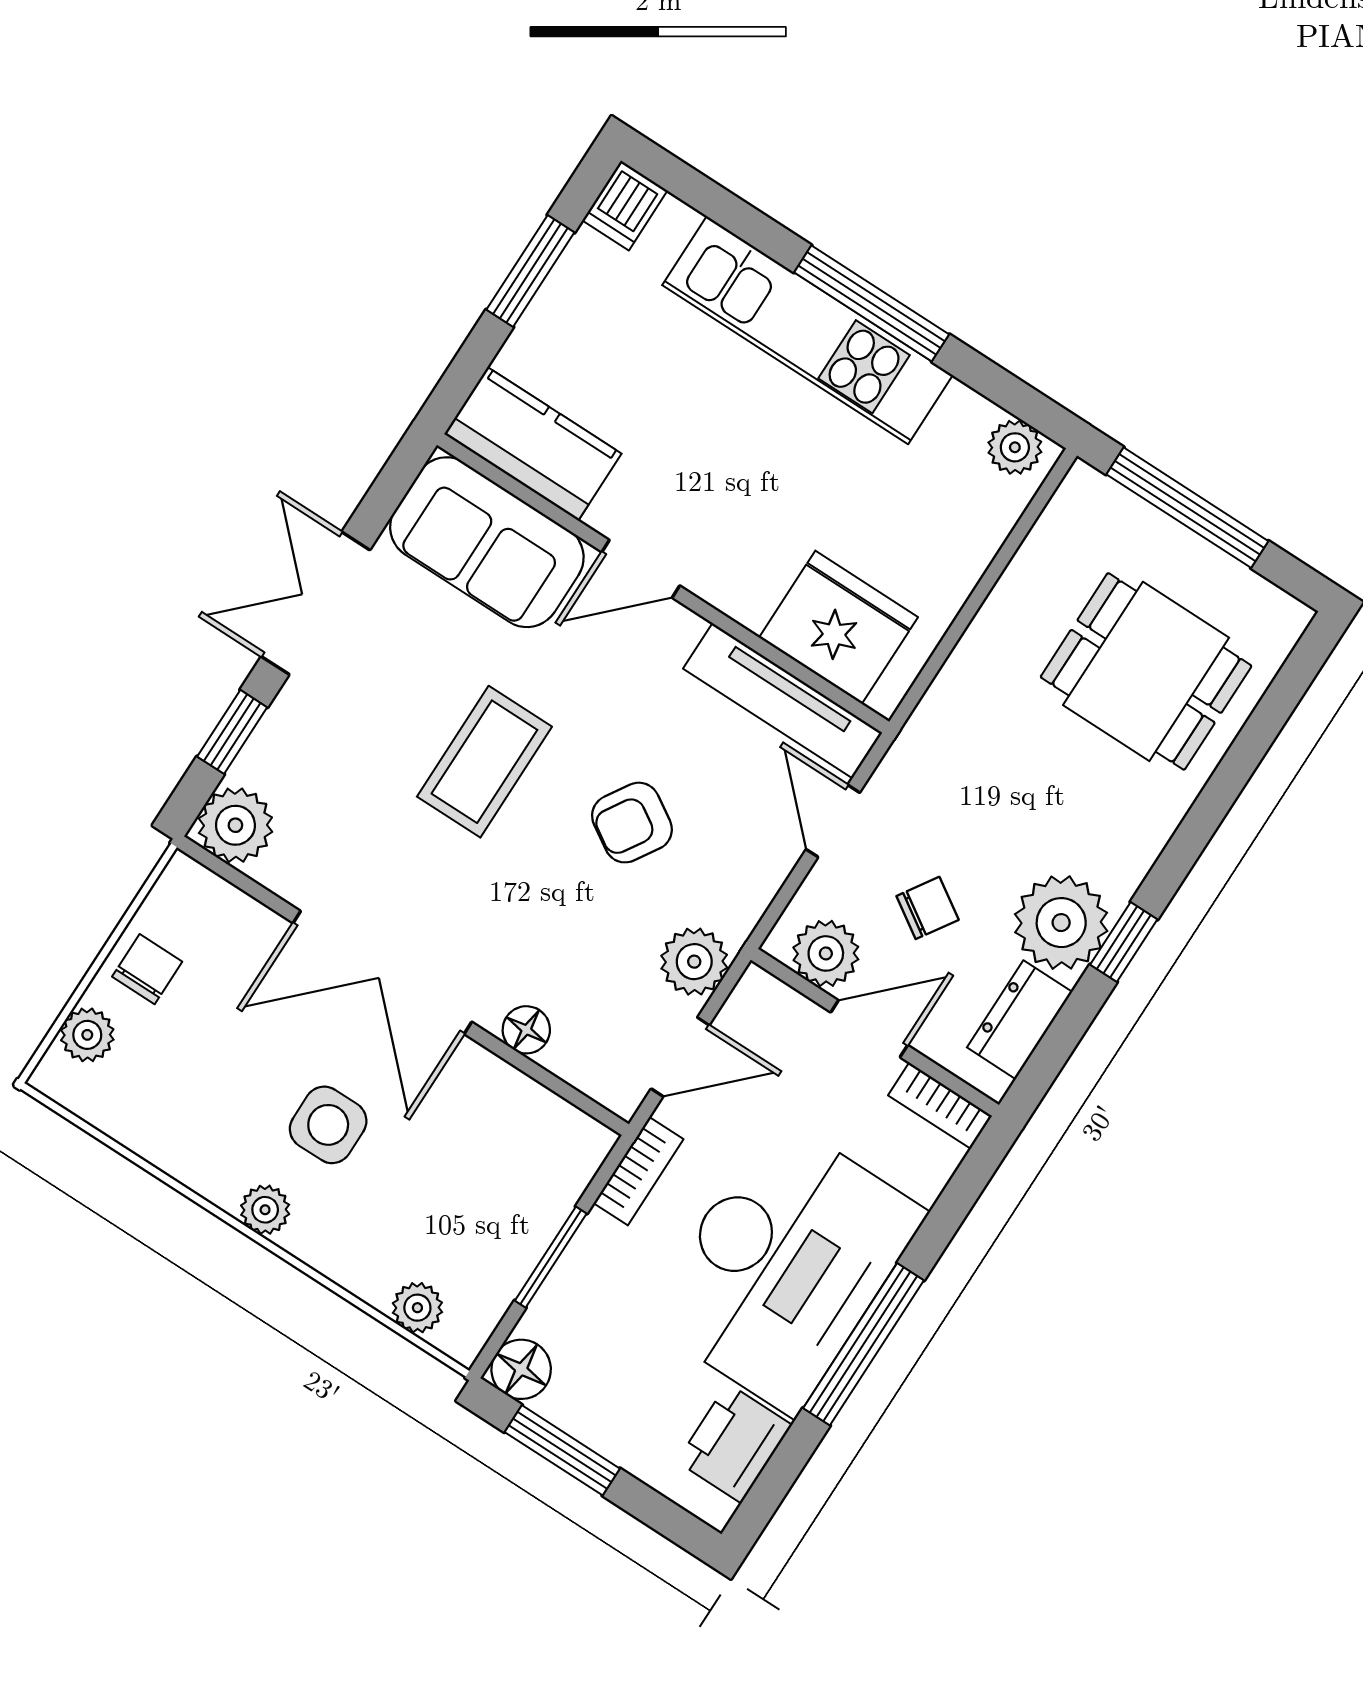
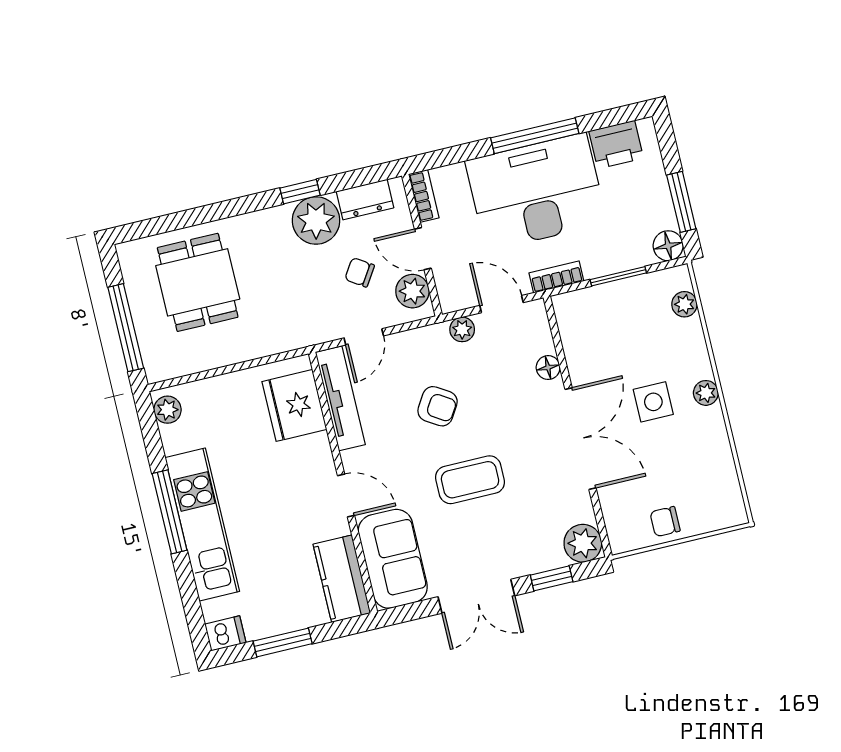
plant: (694, 962) -> (462, 329), width x0.73, depth x0.73
plant: (87, 1035) -> (710, 518), removed

